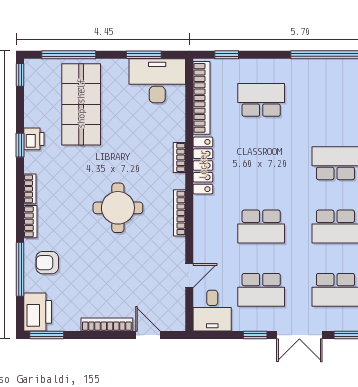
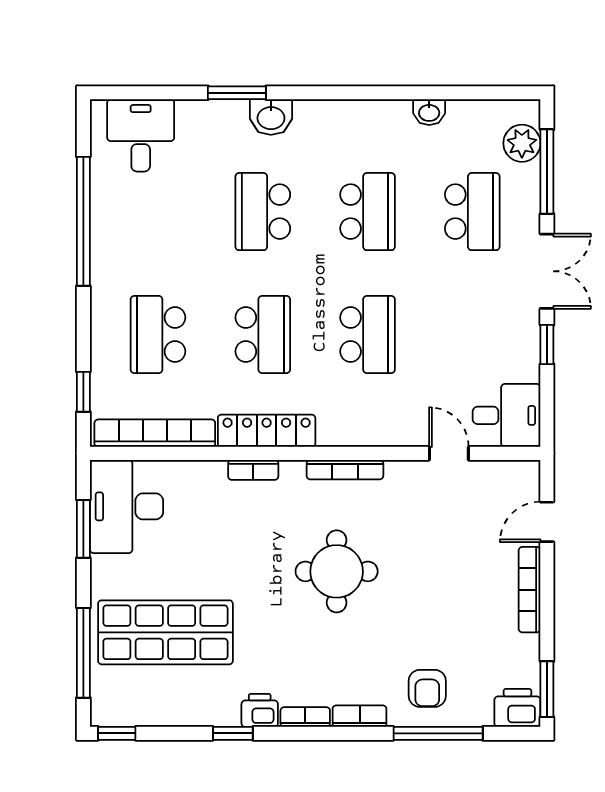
printer: (34, 139) -> (260, 710), moved
school desk: (261, 290) -> (263, 334), moved
printer: (38, 312) -> (517, 708), width x0.73, depth x0.84

